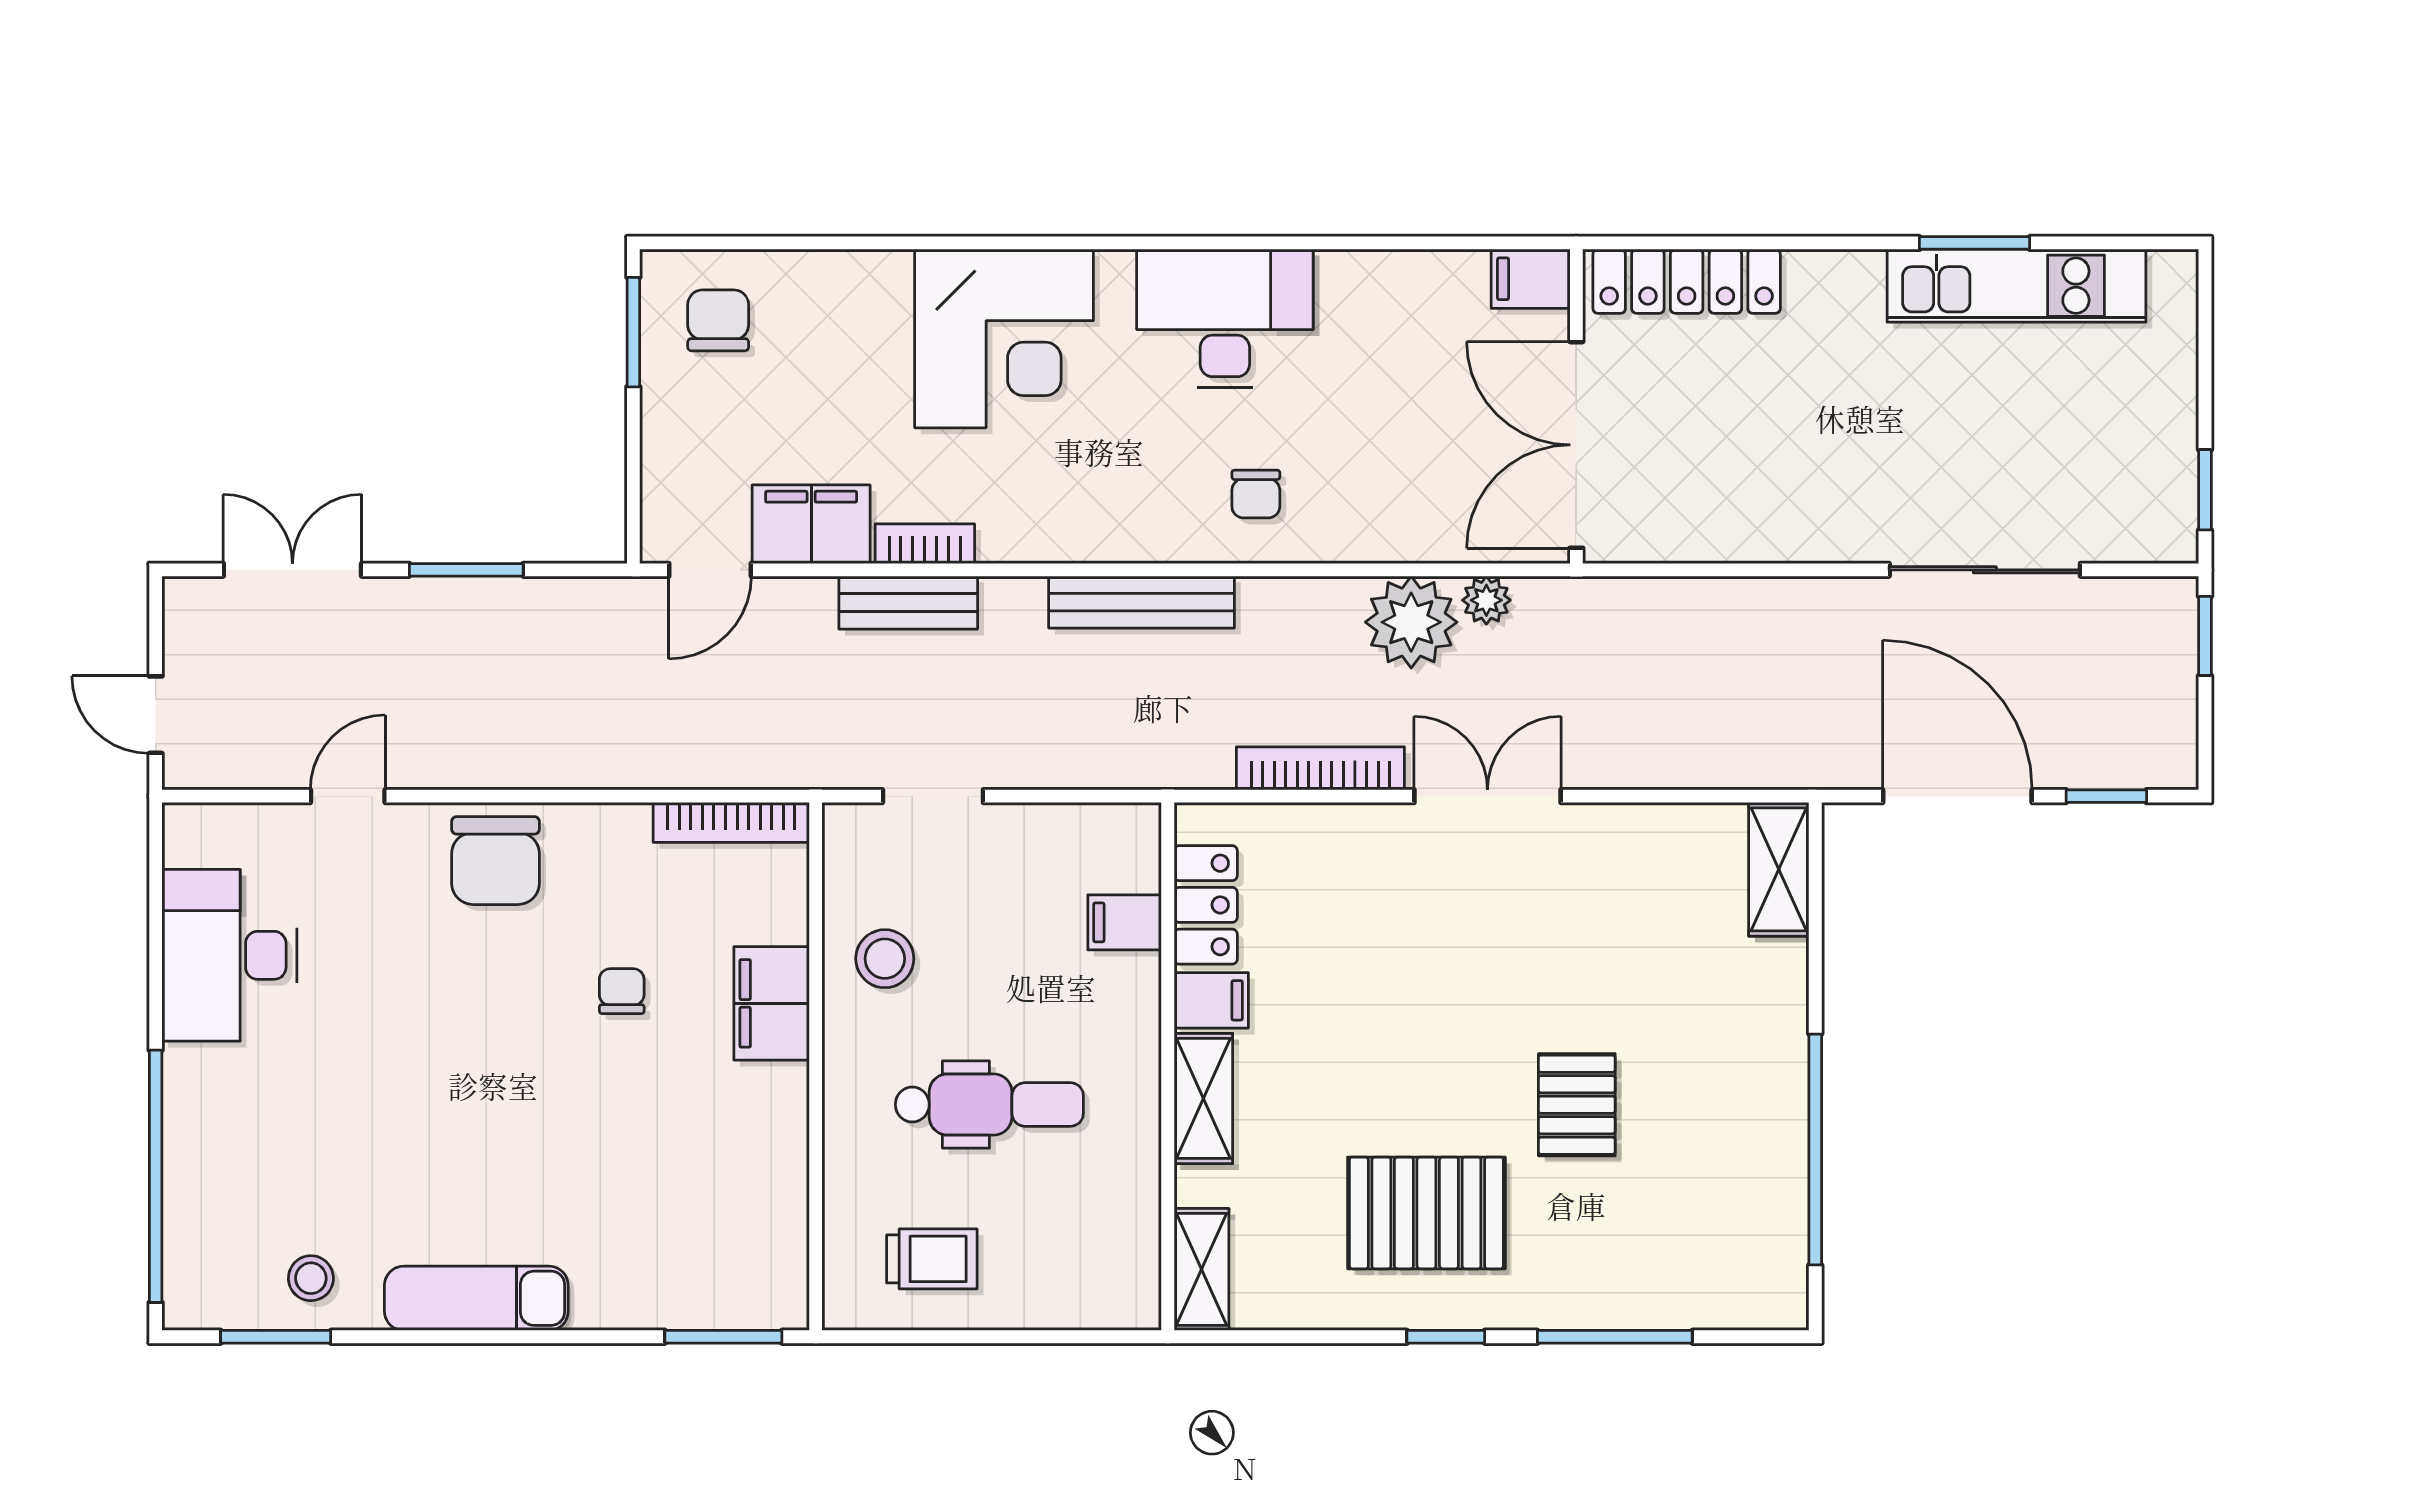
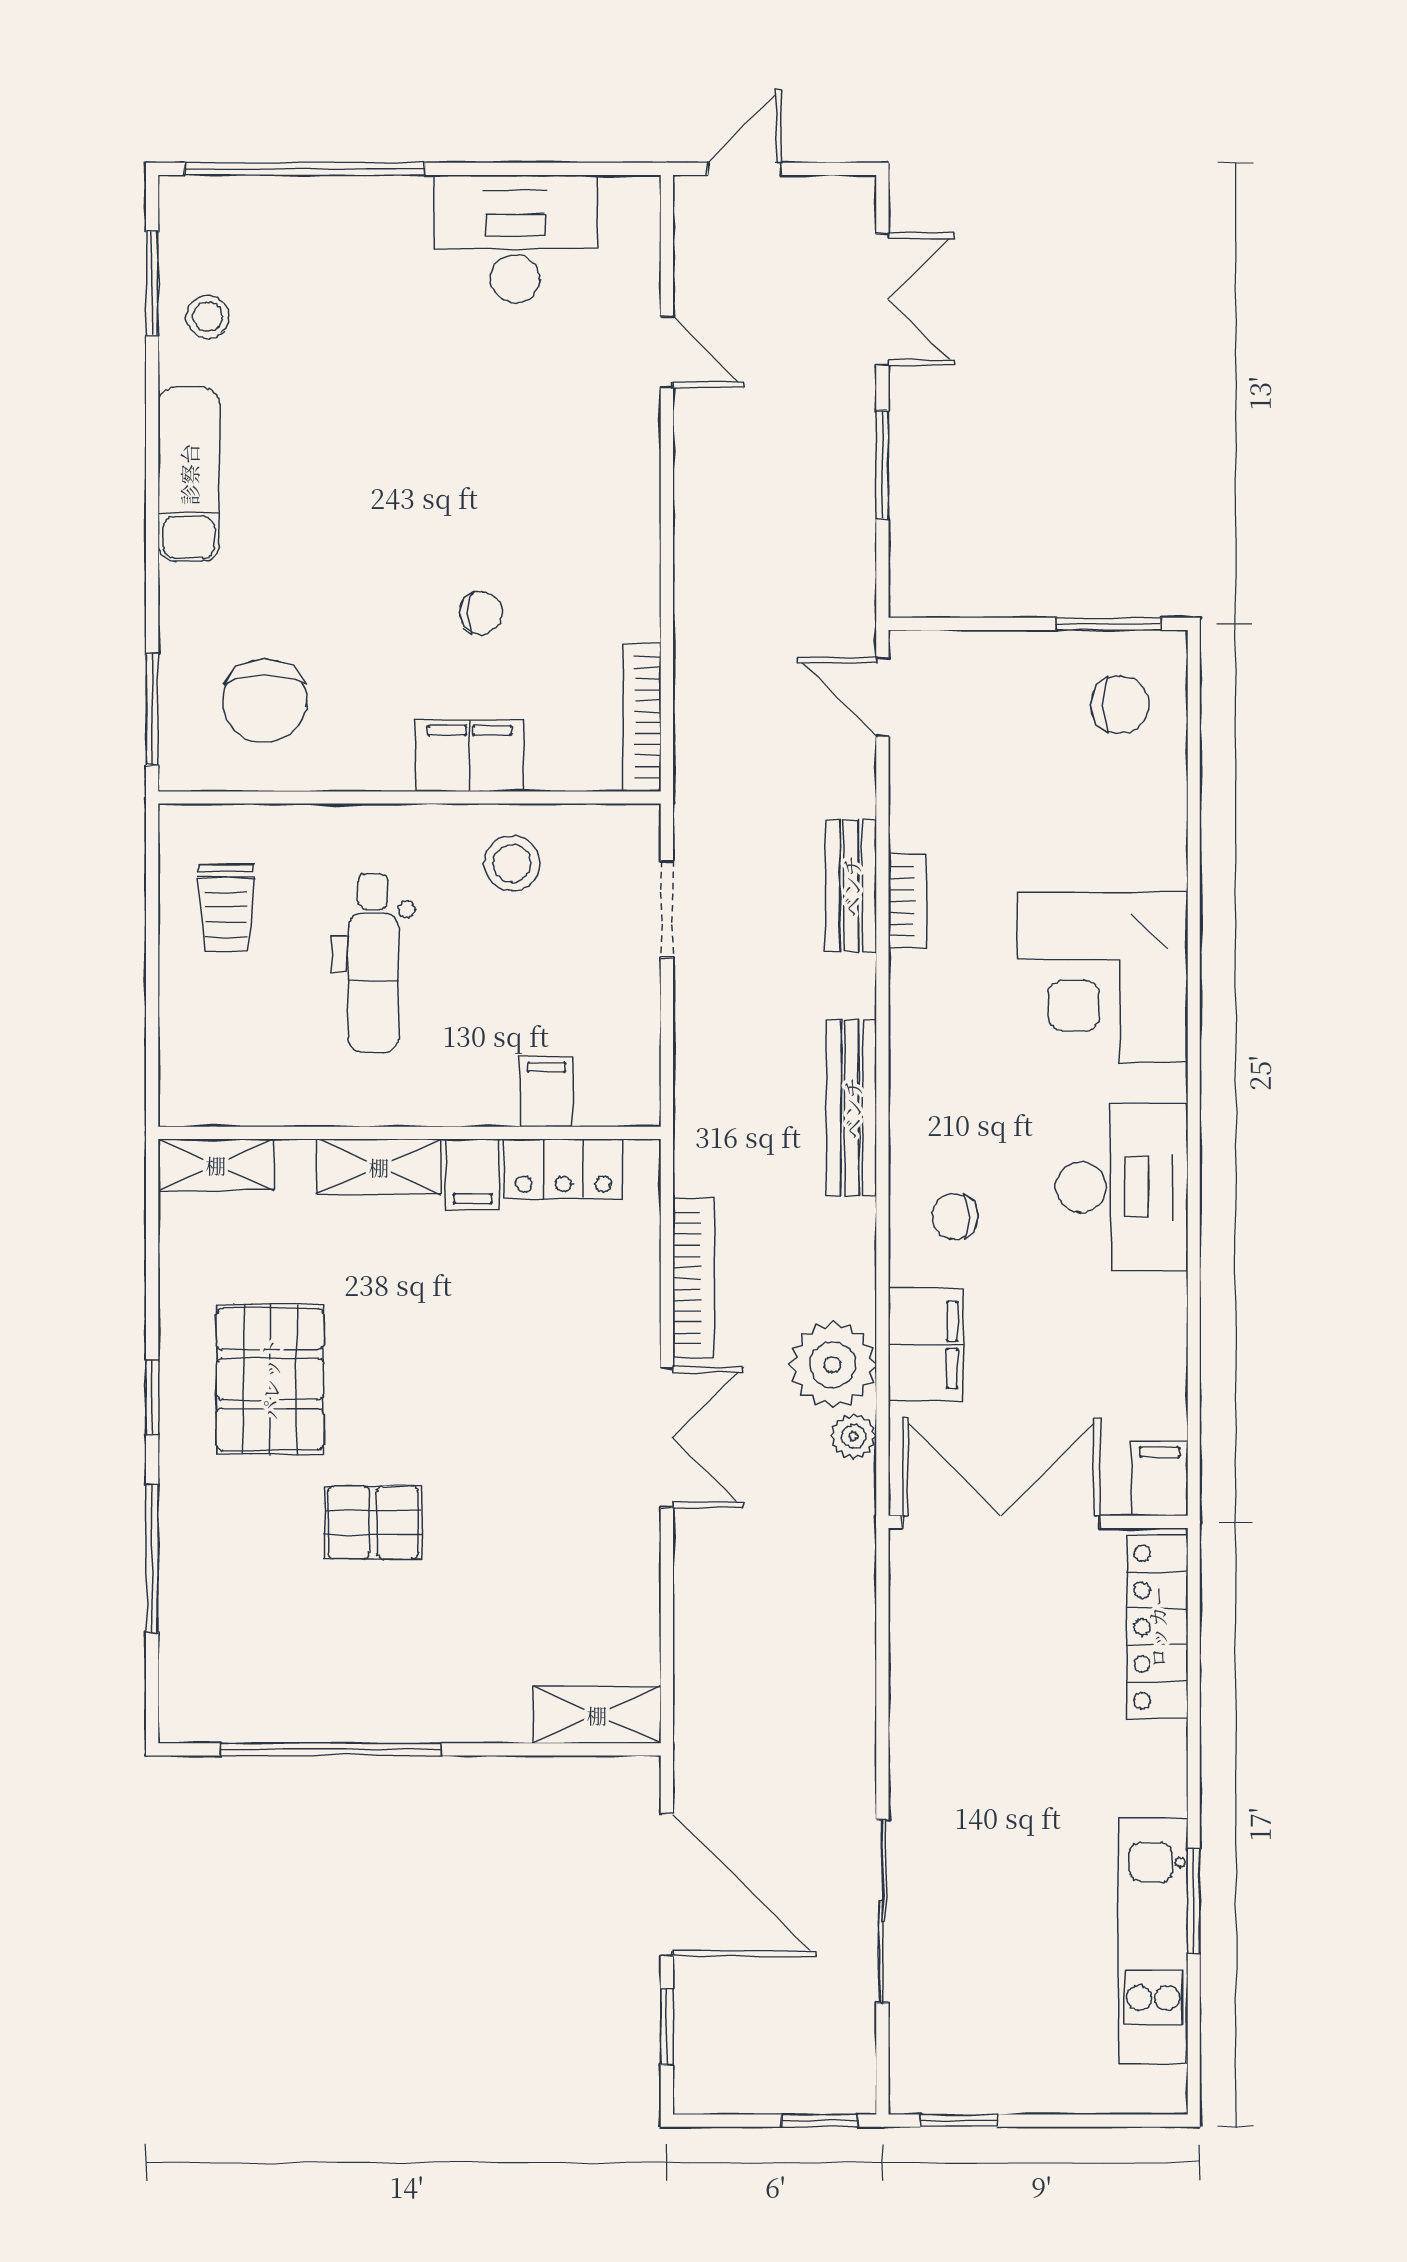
filing cabinet: (811, 524) -> (926, 1345), moved
door: (1957, 796) -> (667, 1885), hinge flipped
chair: (496, 861) -> (265, 701), moved, turned -90

